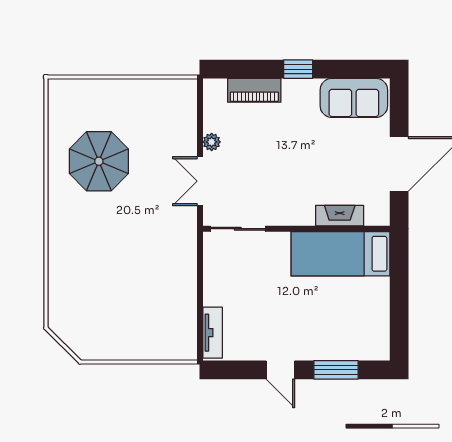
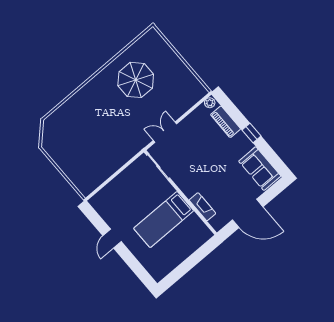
plant: (212, 142) -> (210, 103), moved
bed: (340, 254) -> (164, 220), moved, turned -90
tv unit: (213, 333) -> (103, 195), removed
window: (336, 370) -> (133, 263), removed

